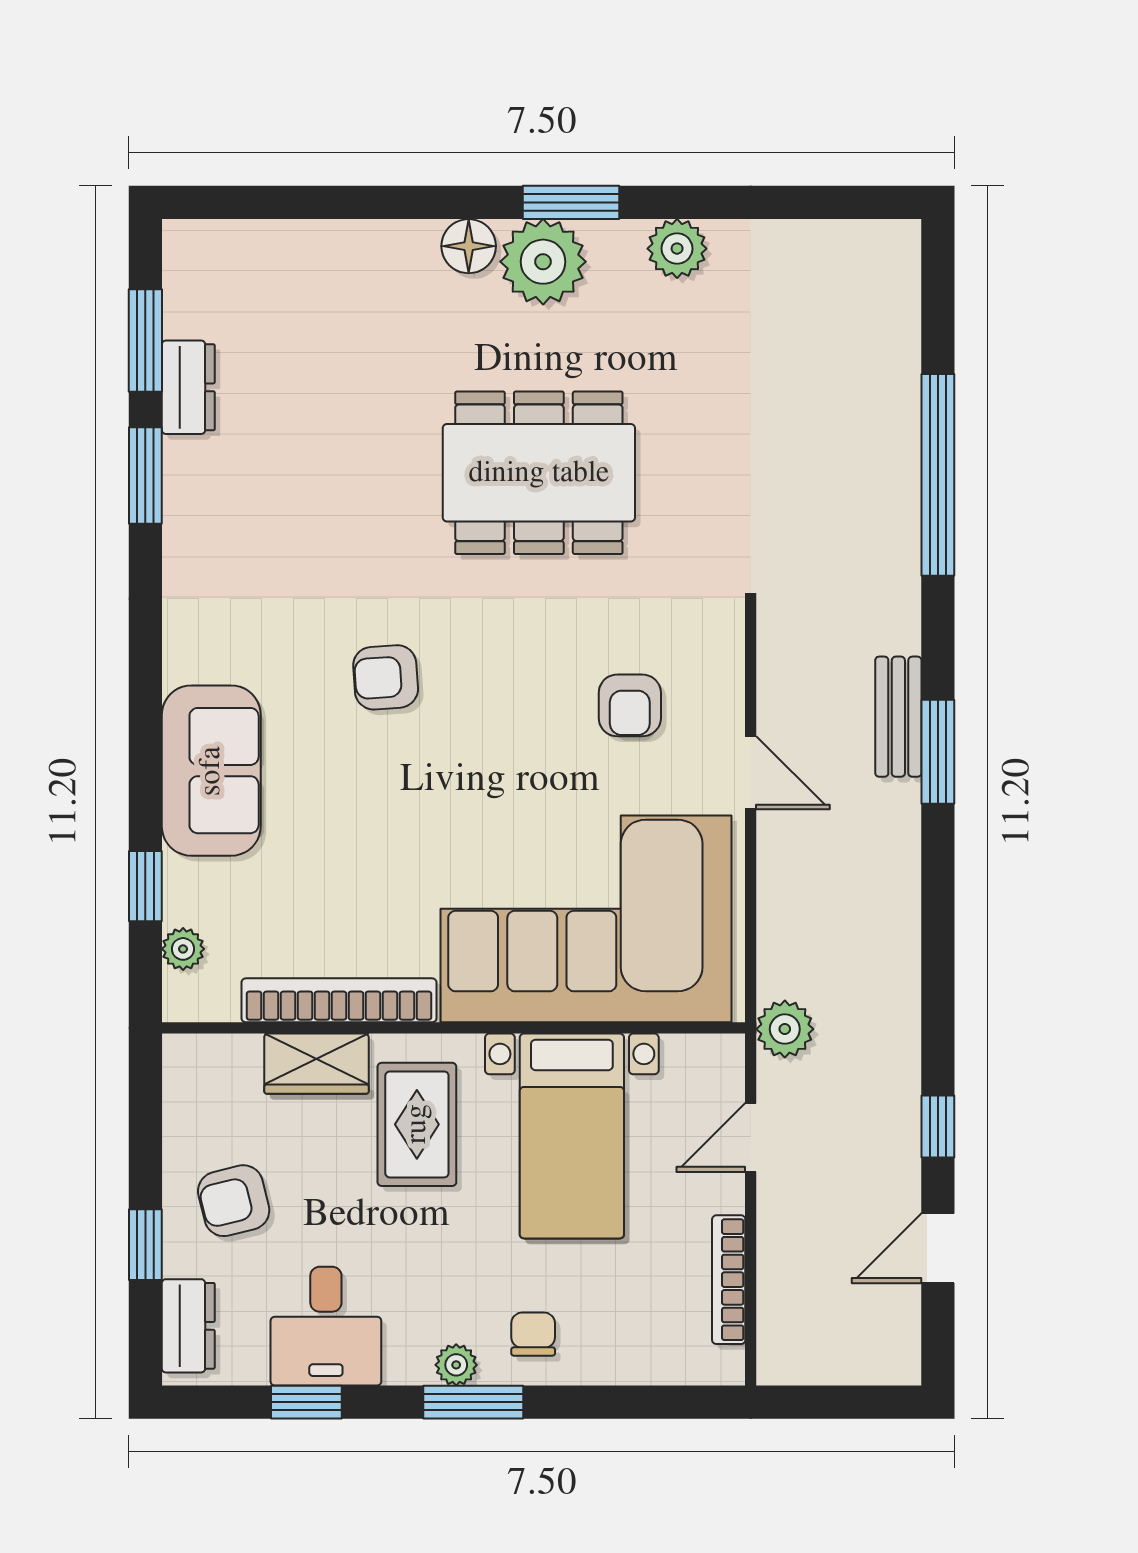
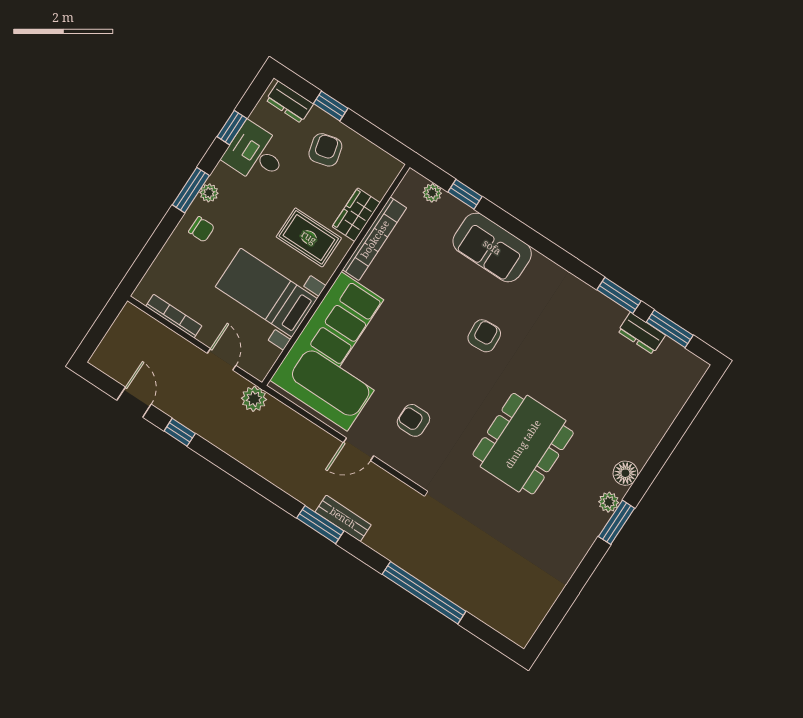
plant: (677, 249) -> (573, 551), removed
plant: (543, 262) -> (609, 502), width x0.53, depth x0.53

